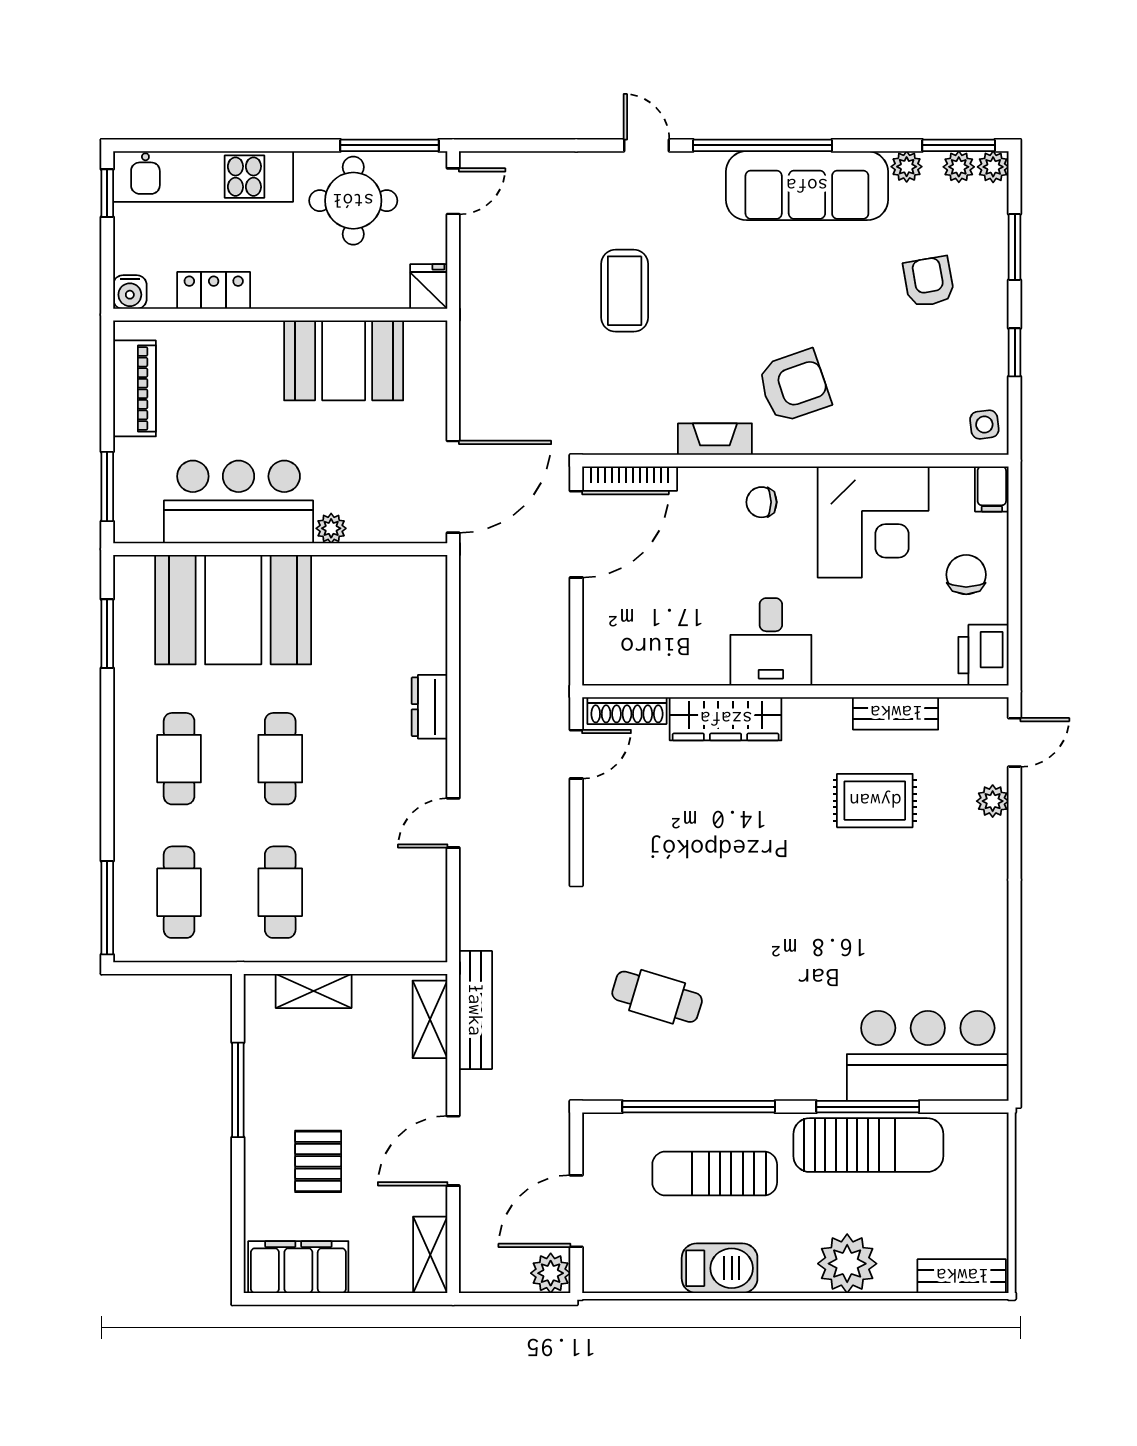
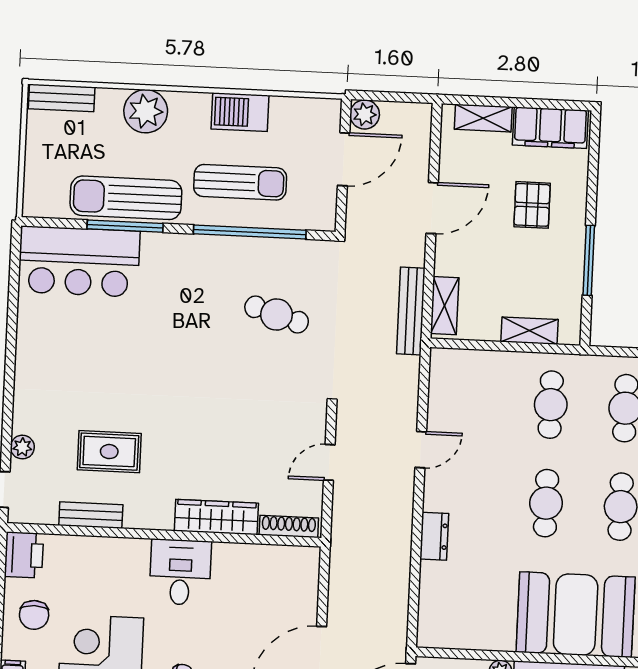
door: (576, 754) -> (329, 462), moved
shelving: (430, 1255) -> (483, 118), moved, turned 90

